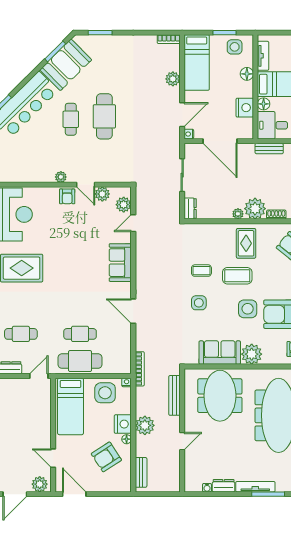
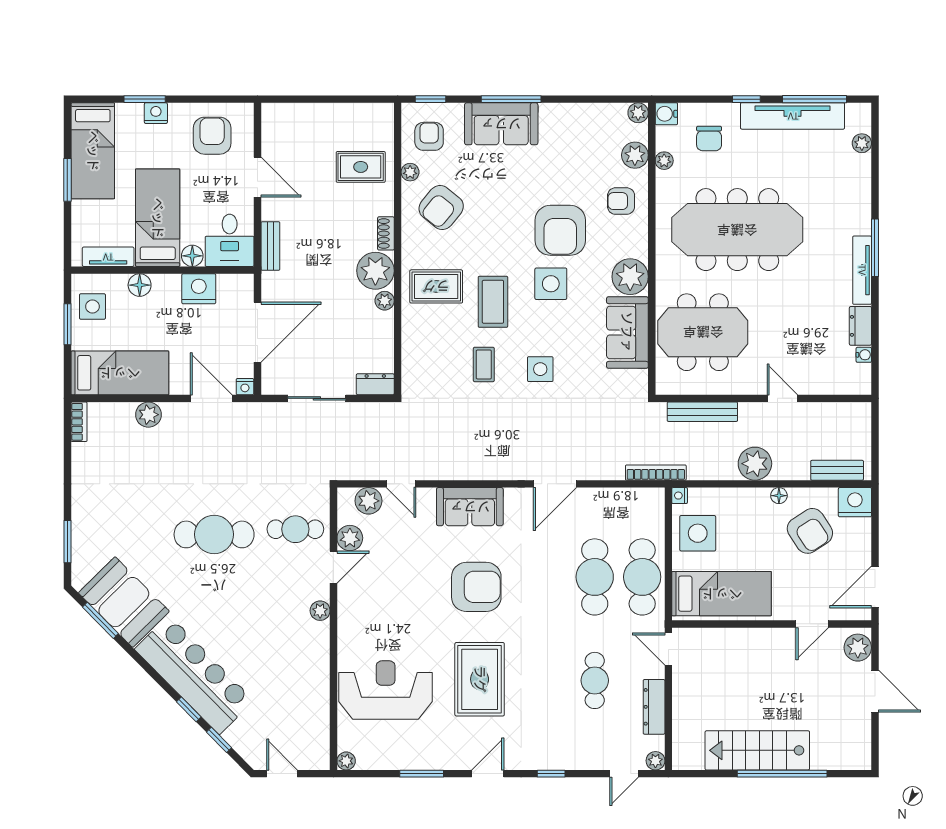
cafe table: (71, 119) -> (295, 529), moved
armchair: (67, 196) -> (476, 587), moved, width x1.88, depth x1.88
cafe table: (80, 334) -> (595, 577), width x1.37, depth x1.35
nightstand: (123, 424) -> (855, 502), moved

